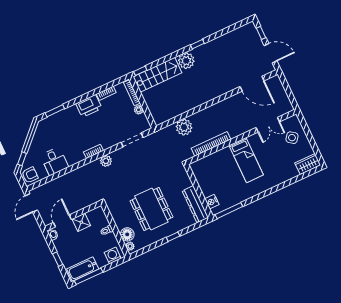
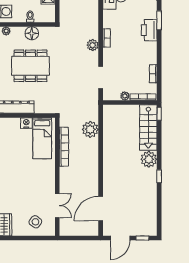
printer: (89, 106) -> (149, 30), moved
double door: (268, 125) -> (57, 206), swing flipped
bed: (246, 160) -> (42, 138), moved, turned -90
nightstand: (212, 202) -> (26, 123), moved
floor lamp: (127, 234) -> (32, 33), moved

